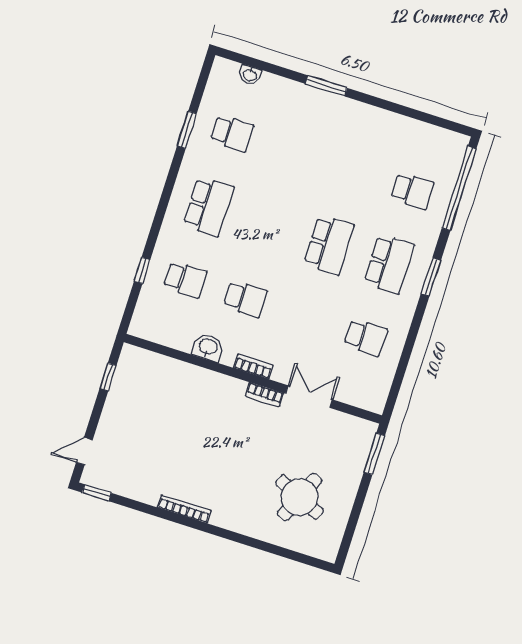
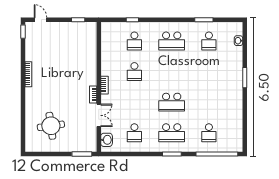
washbasin: (208, 347) -> (107, 140), moved
round table: (300, 497) -> (51, 126), turned -32

